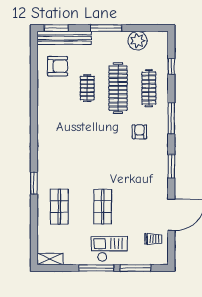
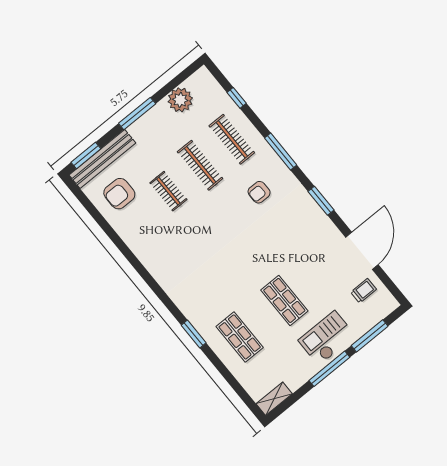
armchair: (58, 66) -> (119, 194), turned 180
clothes rail: (118, 88) -> (200, 165), width x0.73, depth x0.76
armchair: (139, 132) -> (259, 192), turned -90

